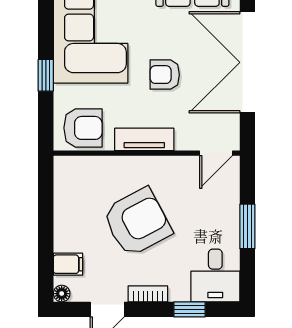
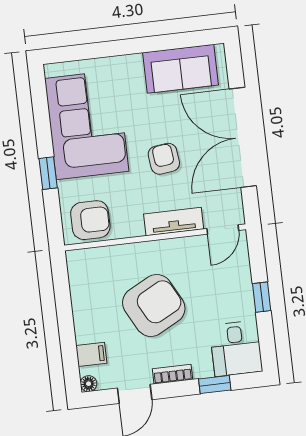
armchair: (165, 75) -> (164, 159), turned 83
tv unit: (144, 139) -> (174, 222), moved
window: (247, 226) -> (262, 297), width x0.67

